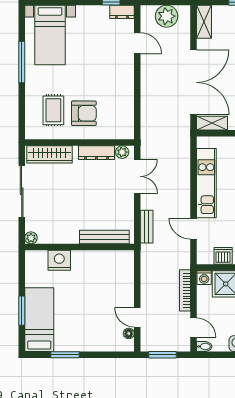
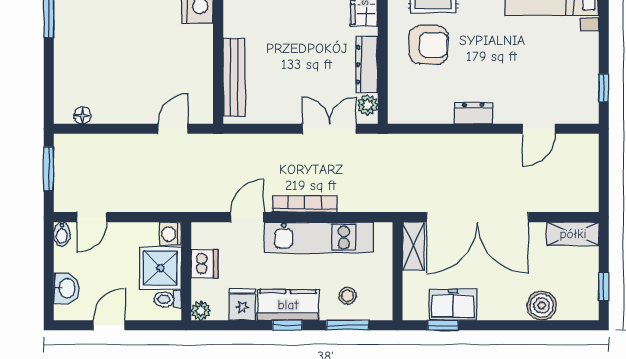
dresser: (122, 12) -> (473, 113), moved, turned 90
plant: (167, 16) -> (581, 175), removed
armchair: (84, 113) -> (429, 45), turned -90
double door: (137, 176) -> (329, 129), swing flipped
bench: (147, 227) -> (250, 144), removed
bookcase: (185, 290) -> (305, 204), moved
door: (137, 317) -> (173, 129), moved

